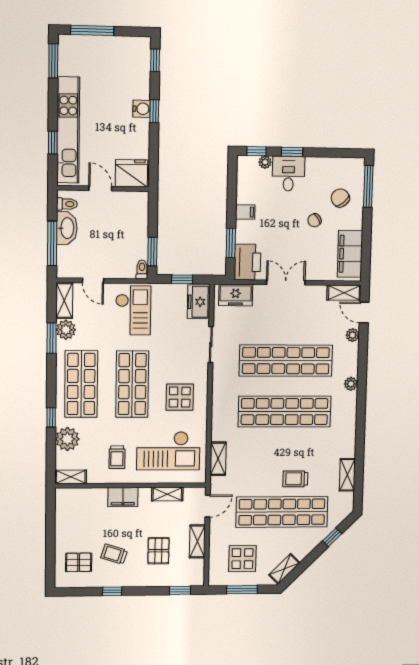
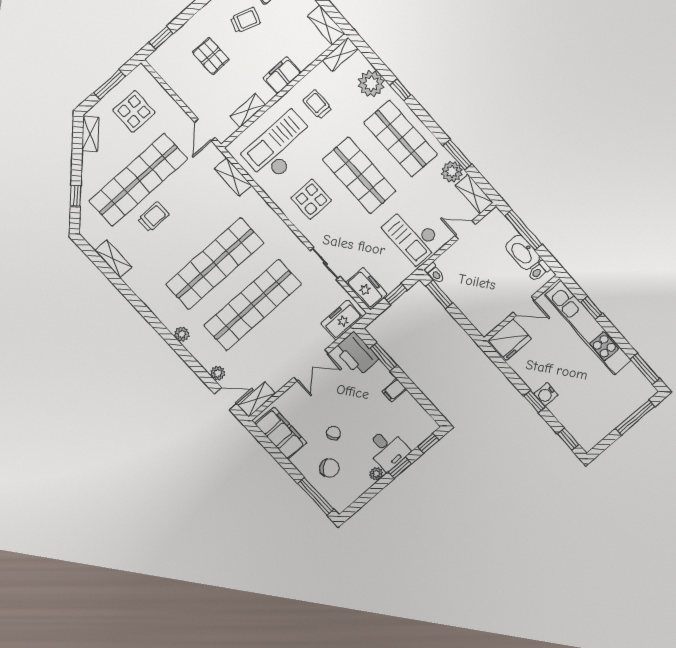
plant: (265, 162) -> (376, 474), moved
shelving: (197, 541) -> (326, 25), moved

